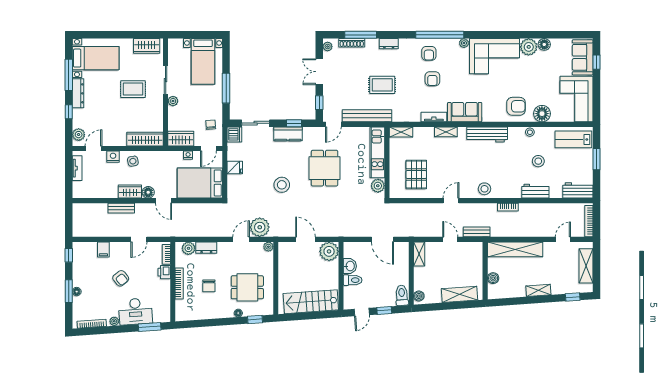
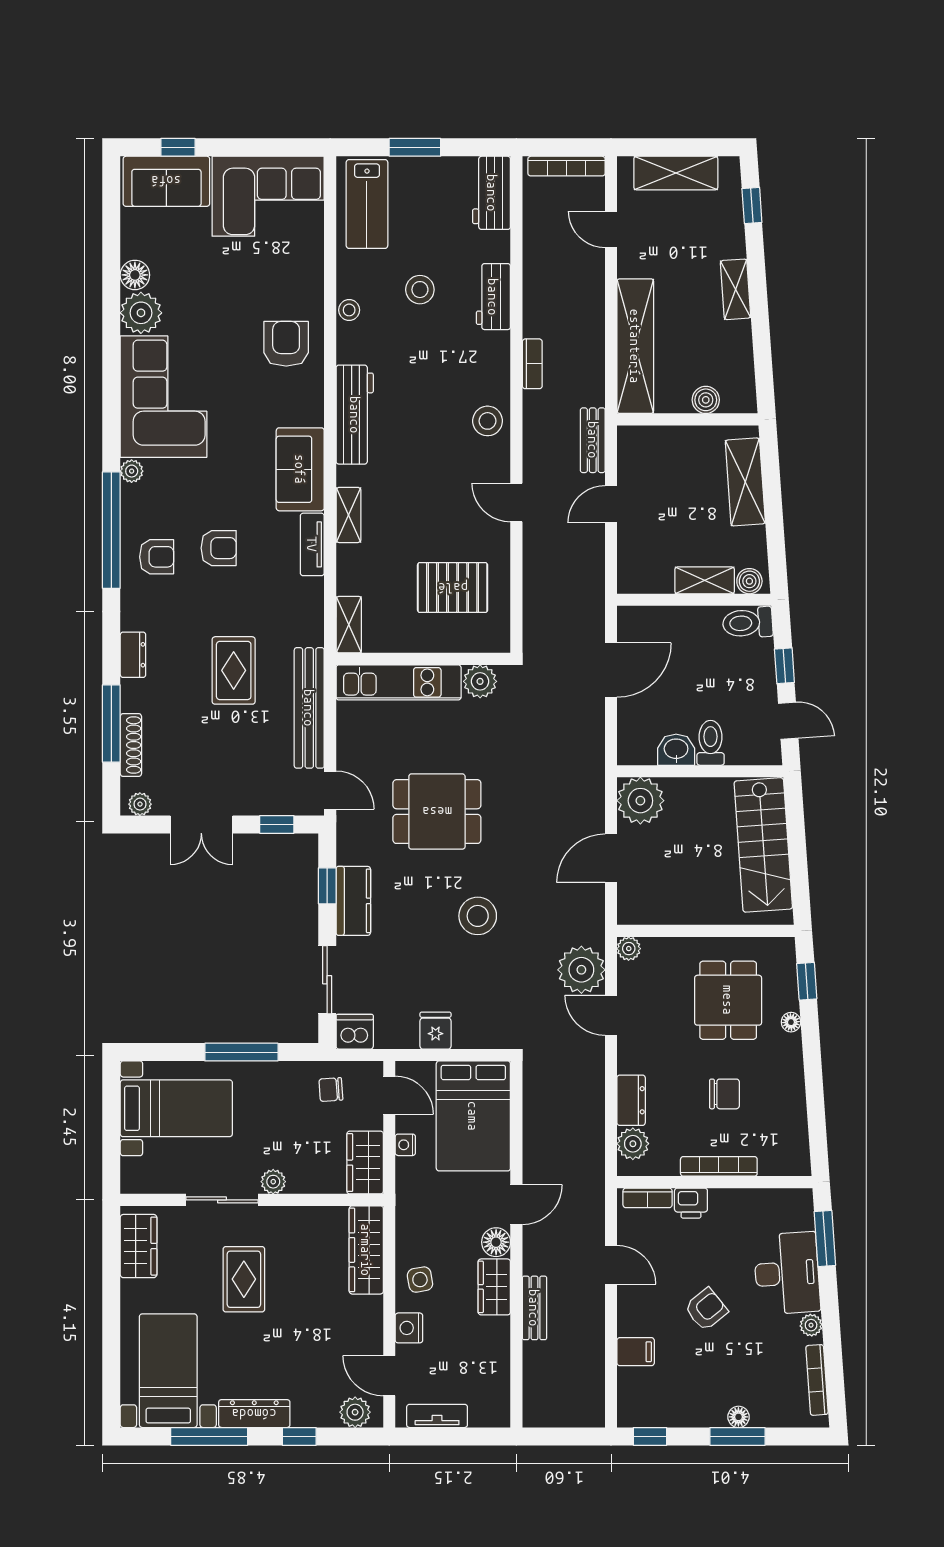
floor lamp: (542, 114) -> (304, 280), removed
shelving: (419, 254) -> (705, 580), moved

